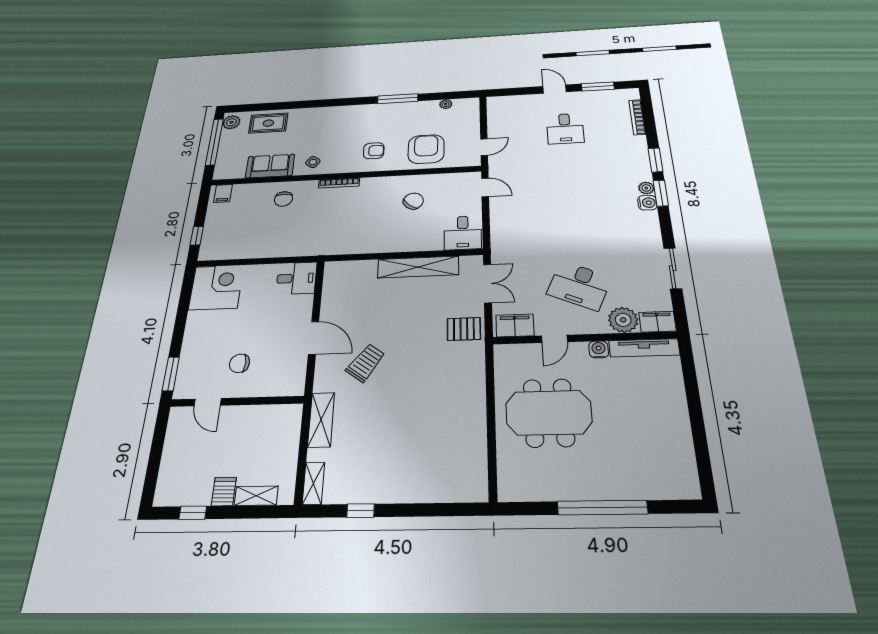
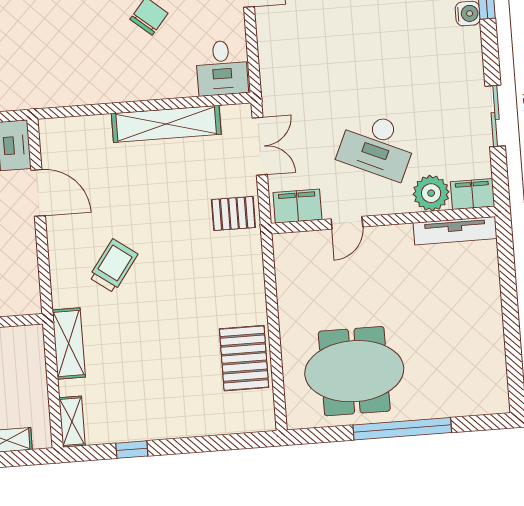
door: (314, 338) -> (38, 193), moved
water cooler: (599, 349) -> (401, 235), removed
meeting table: (549, 413) -> (354, 371), moved
pallet: (464, 439) -> (244, 358), added

